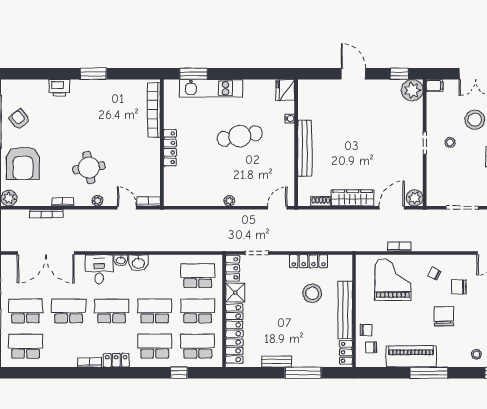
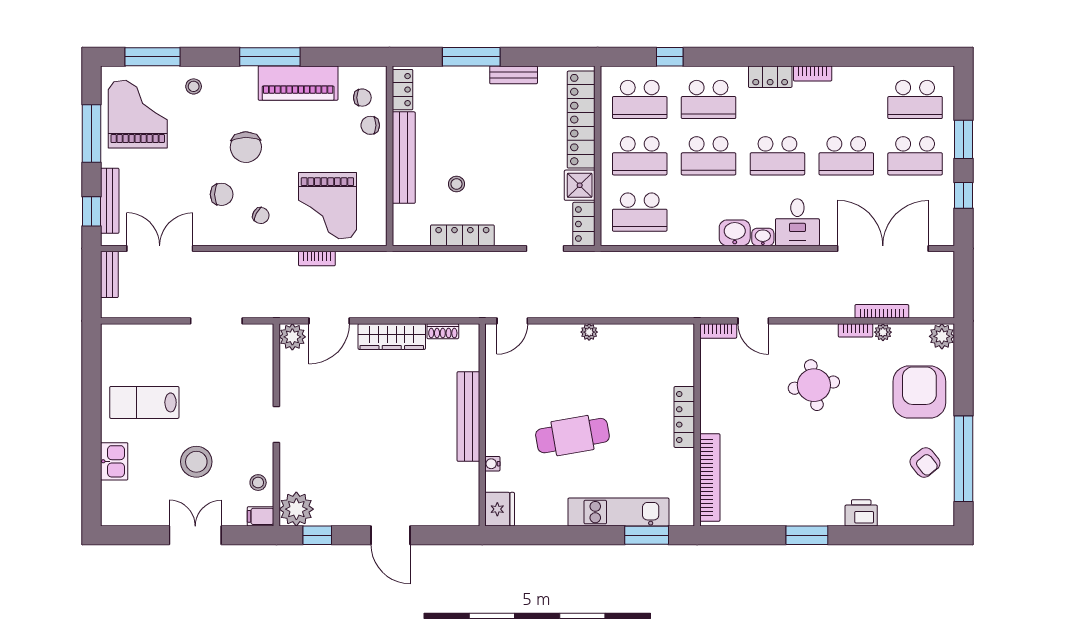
stool: (450, 142) -> (258, 483), moved
plant: (97, 201) -> (883, 332), moved
stool: (312, 293) -> (457, 184), width x0.53, depth x0.53

